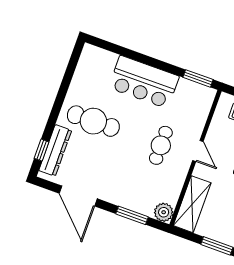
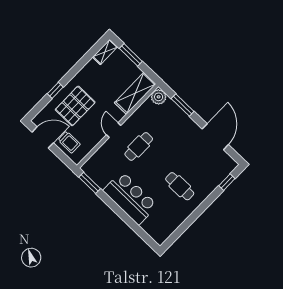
cafe table: (93, 121) -> (180, 186), width x0.73, depth x0.74
dresser: (55, 150) -> (217, 177), removed

